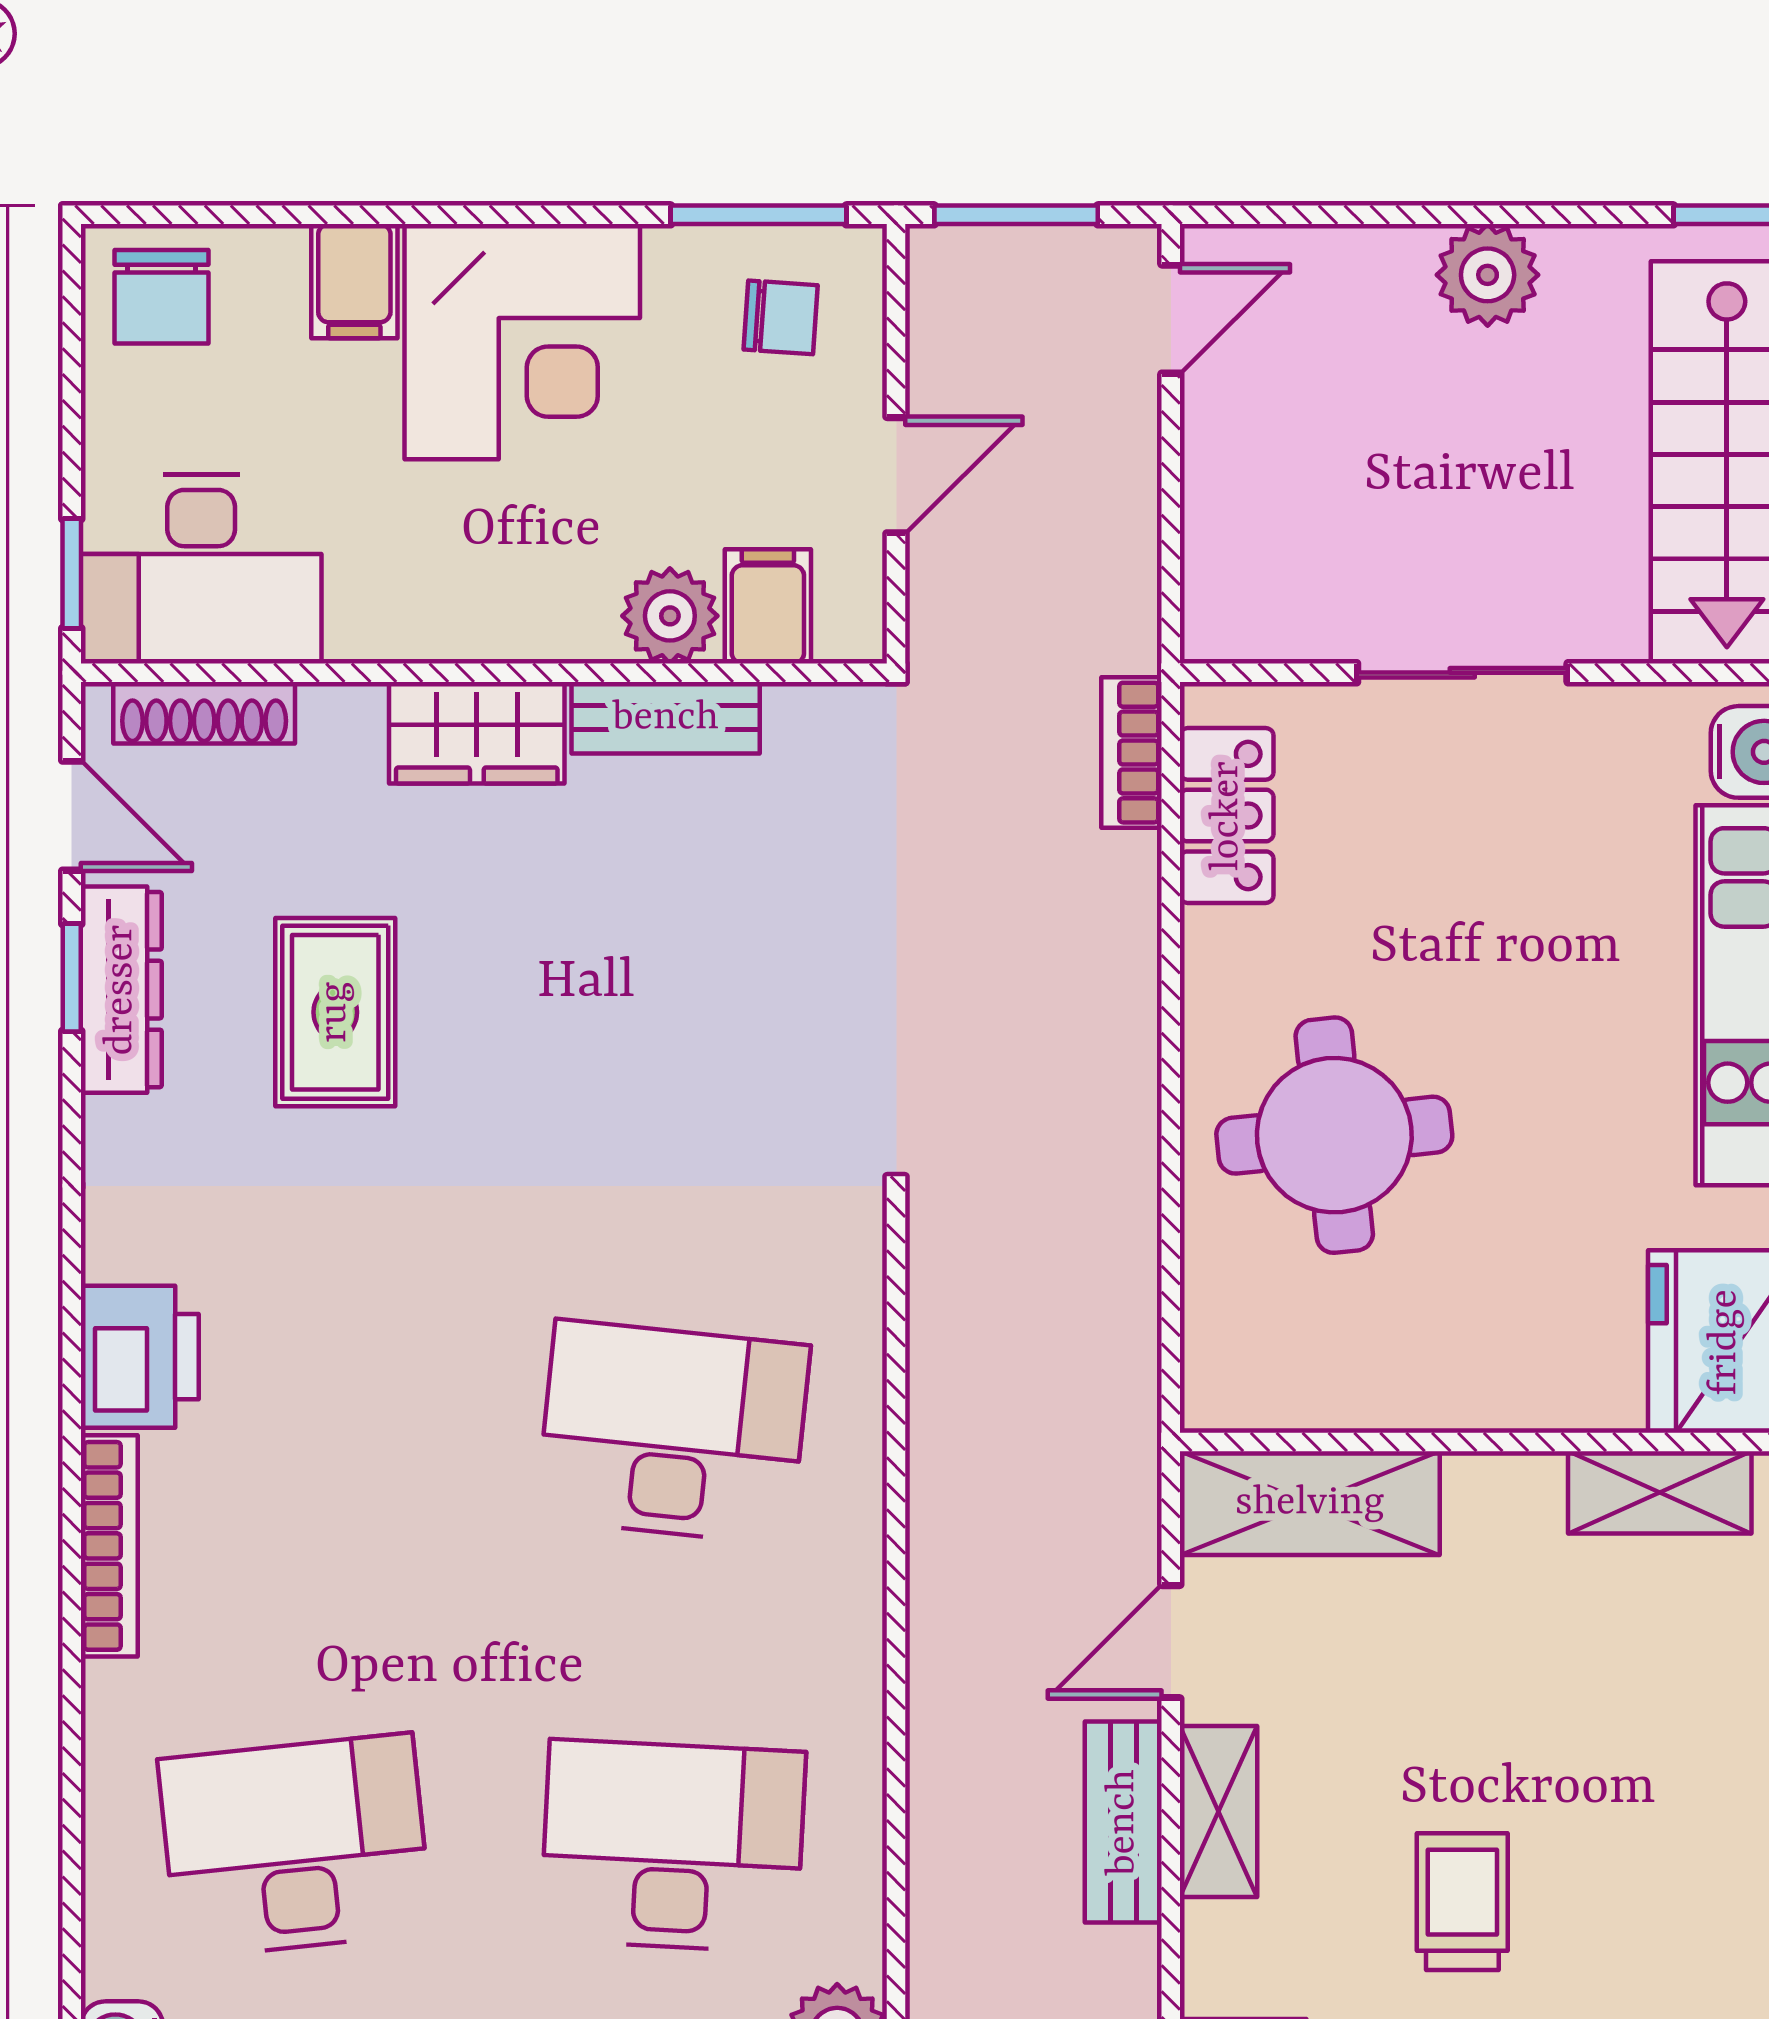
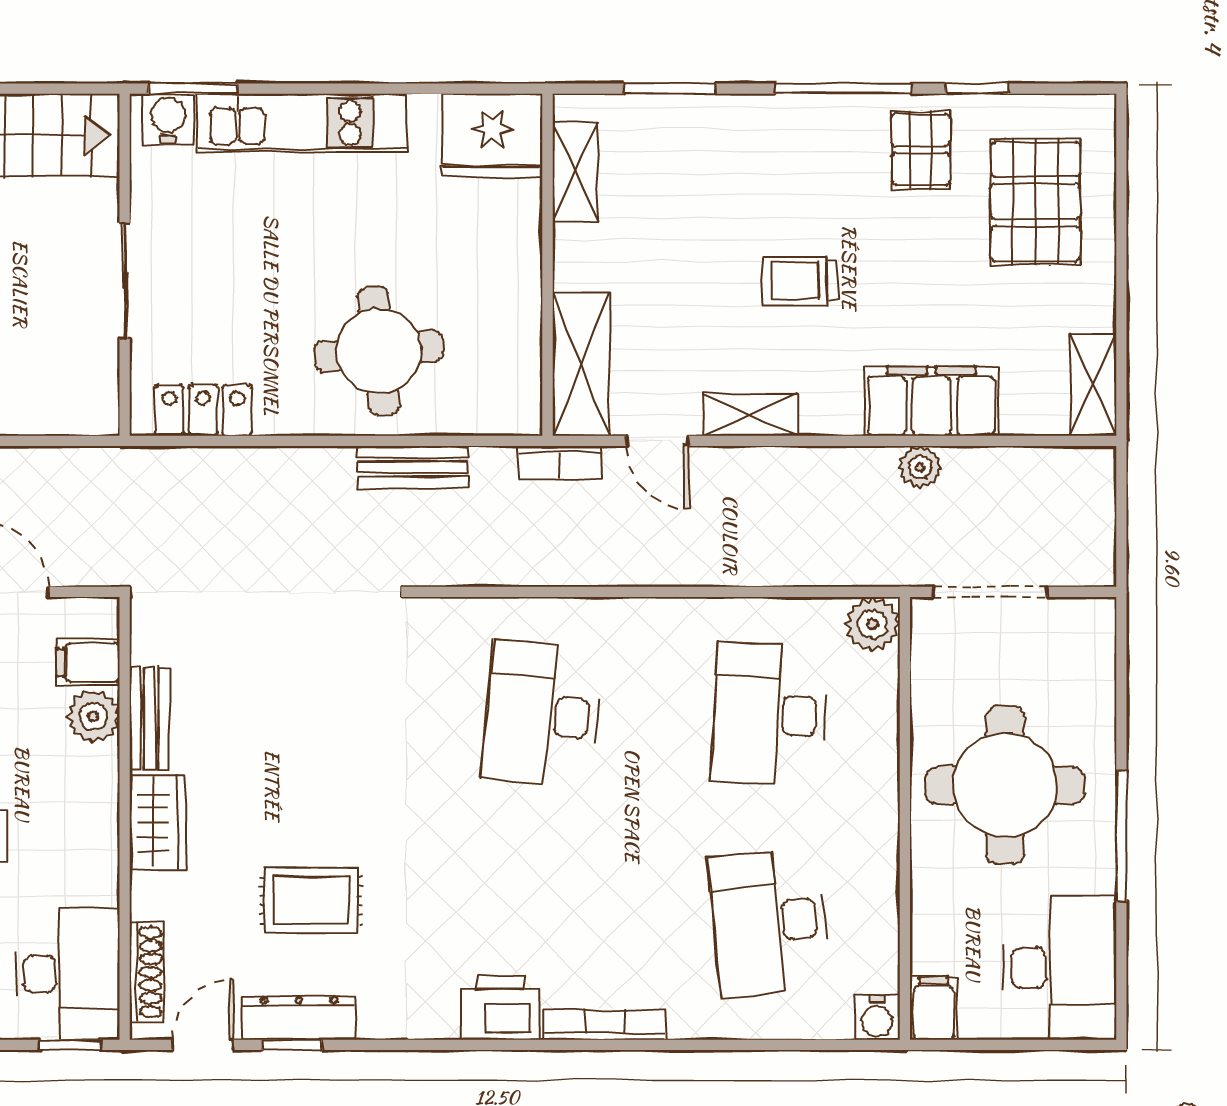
bookcase: (1131, 753) -> (560, 462), moved
bench: (1123, 1822) -> (412, 467), moved

